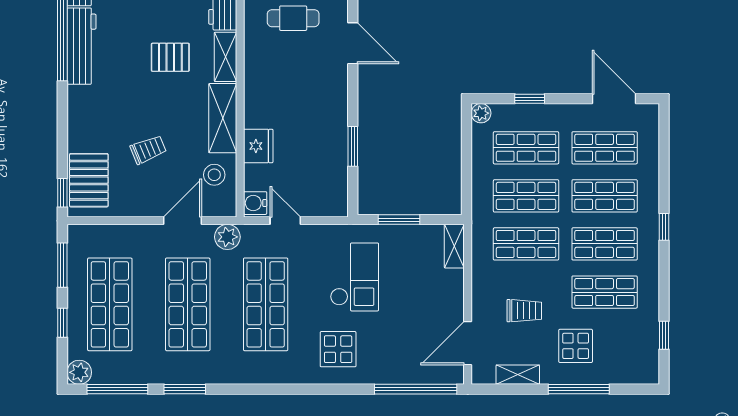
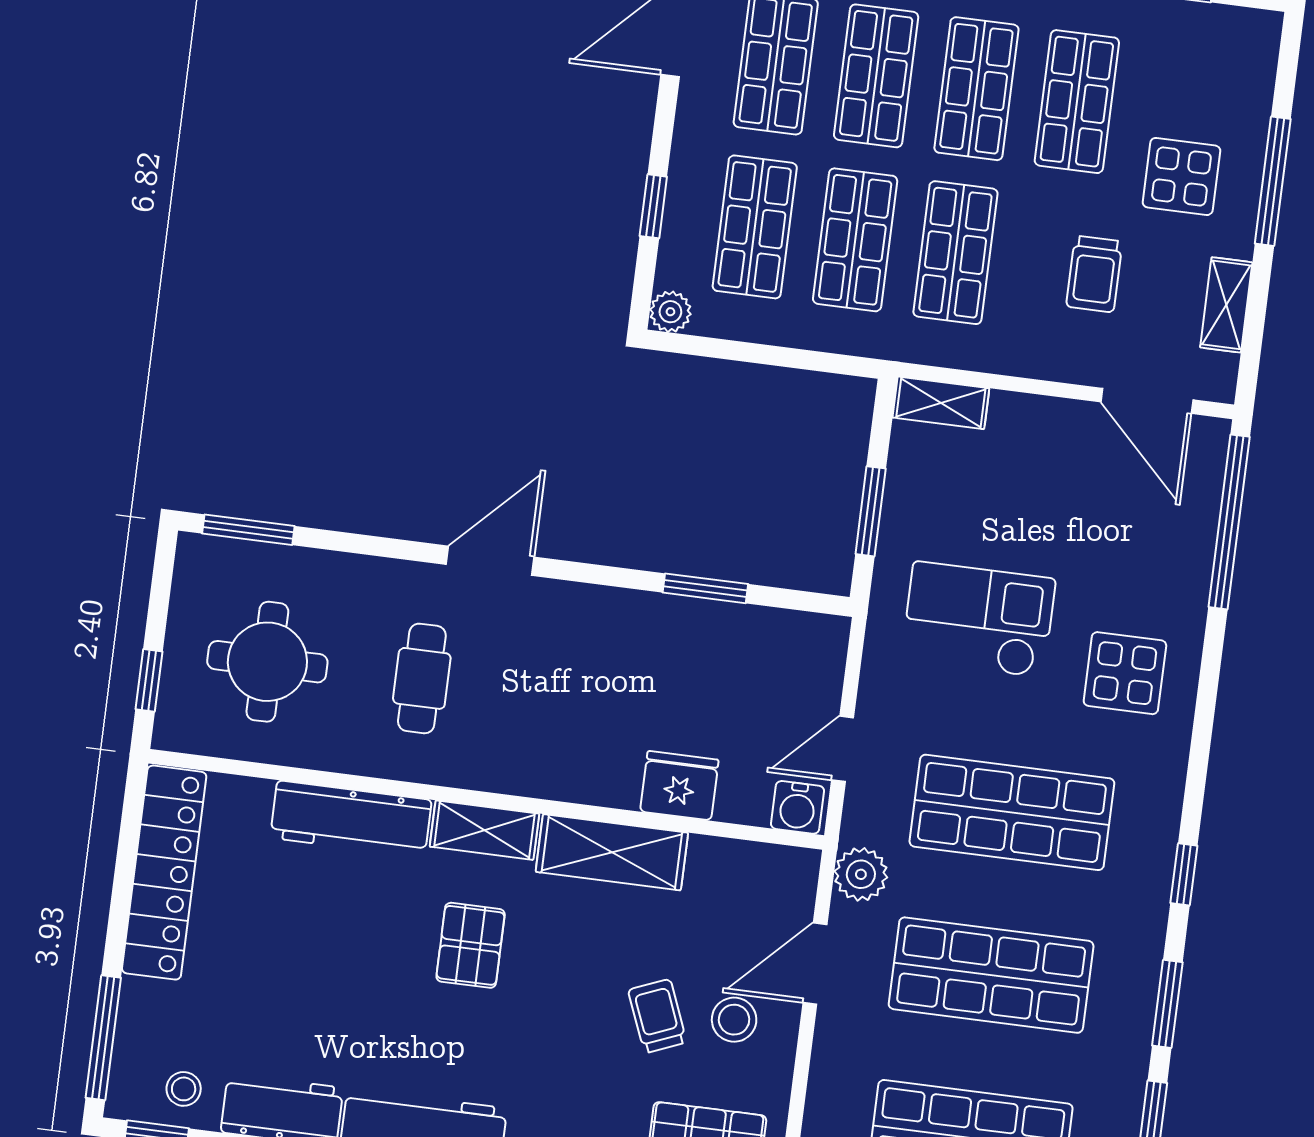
stool: (214, 175) -> (734, 1020), moved
door: (182, 221) -> (815, 964), hinge flipped
trolley: (524, 311) -> (1094, 274), turned 180
window: (247, 389) -> (1184, 874), added

